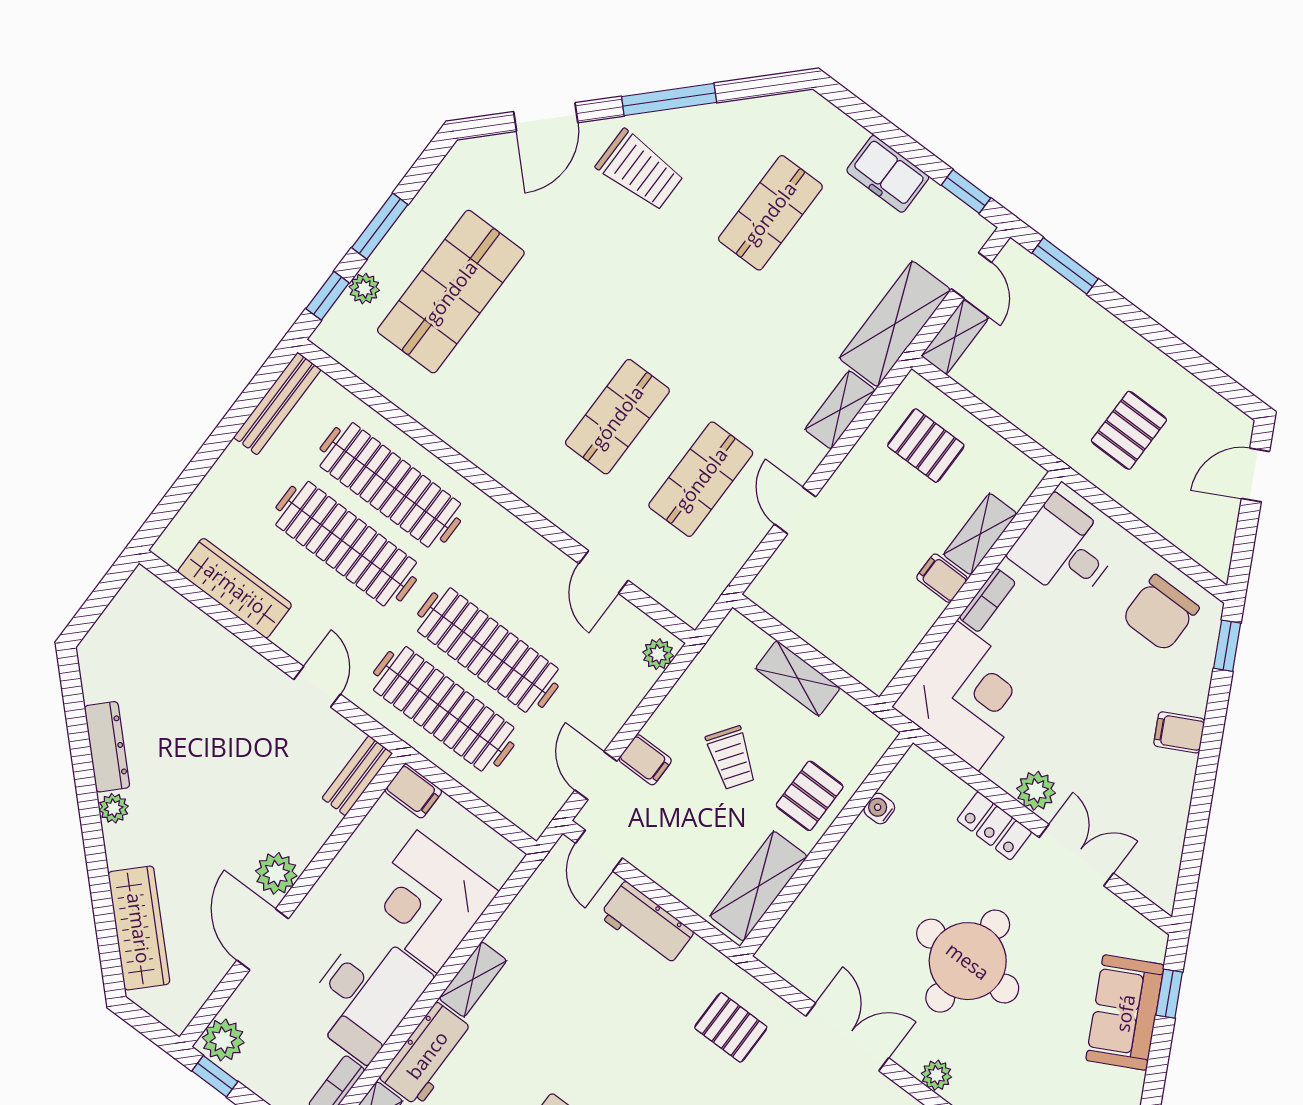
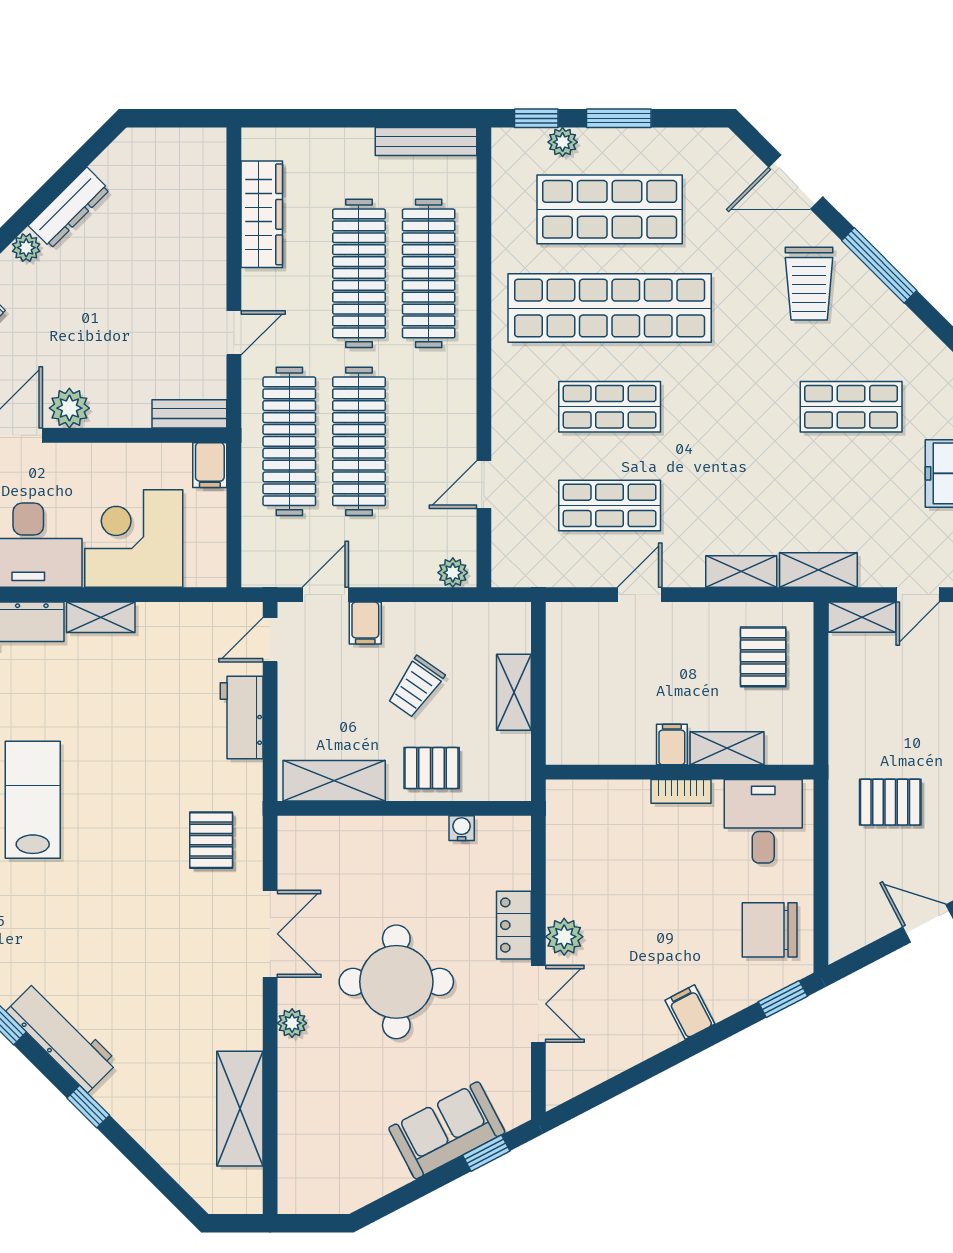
shelving: (895, 324) -> (818, 570), width x0.67, depth x0.75
shop shelf: (534, 354) -> (610, 308), added
corner desk: (967, 696) -> (597, 831), removed

